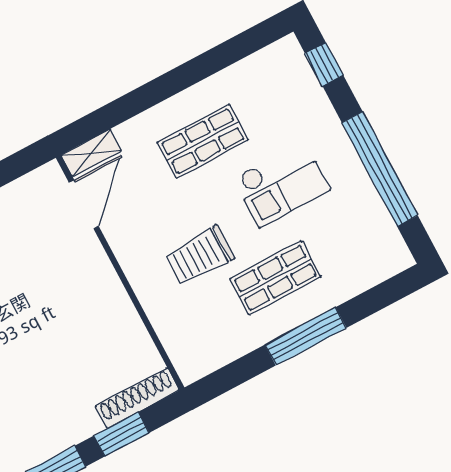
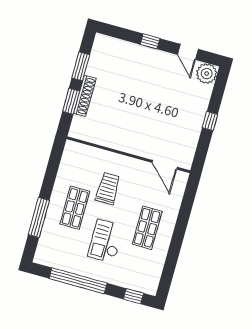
shelving: (91, 153) -> (180, 184), removed
window: (306, 336) -> (39, 217), moved
shoe rack: (137, 398) -> (85, 96), moved

